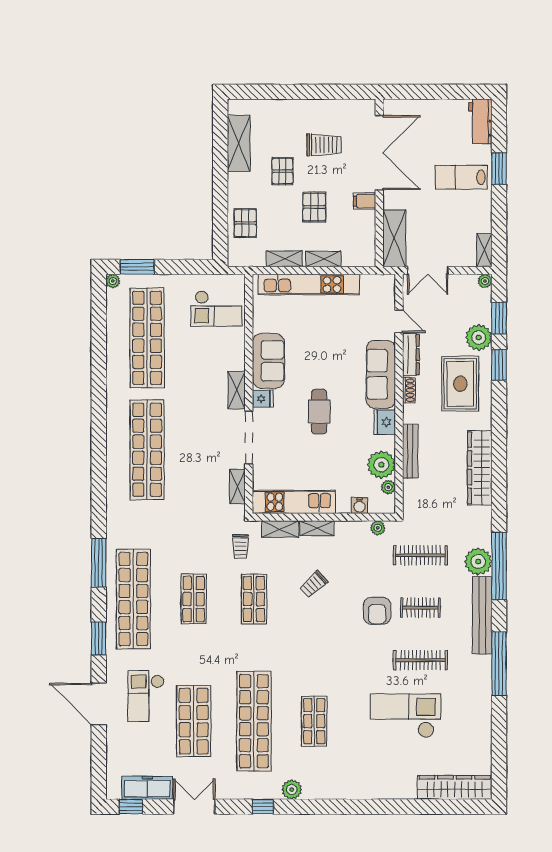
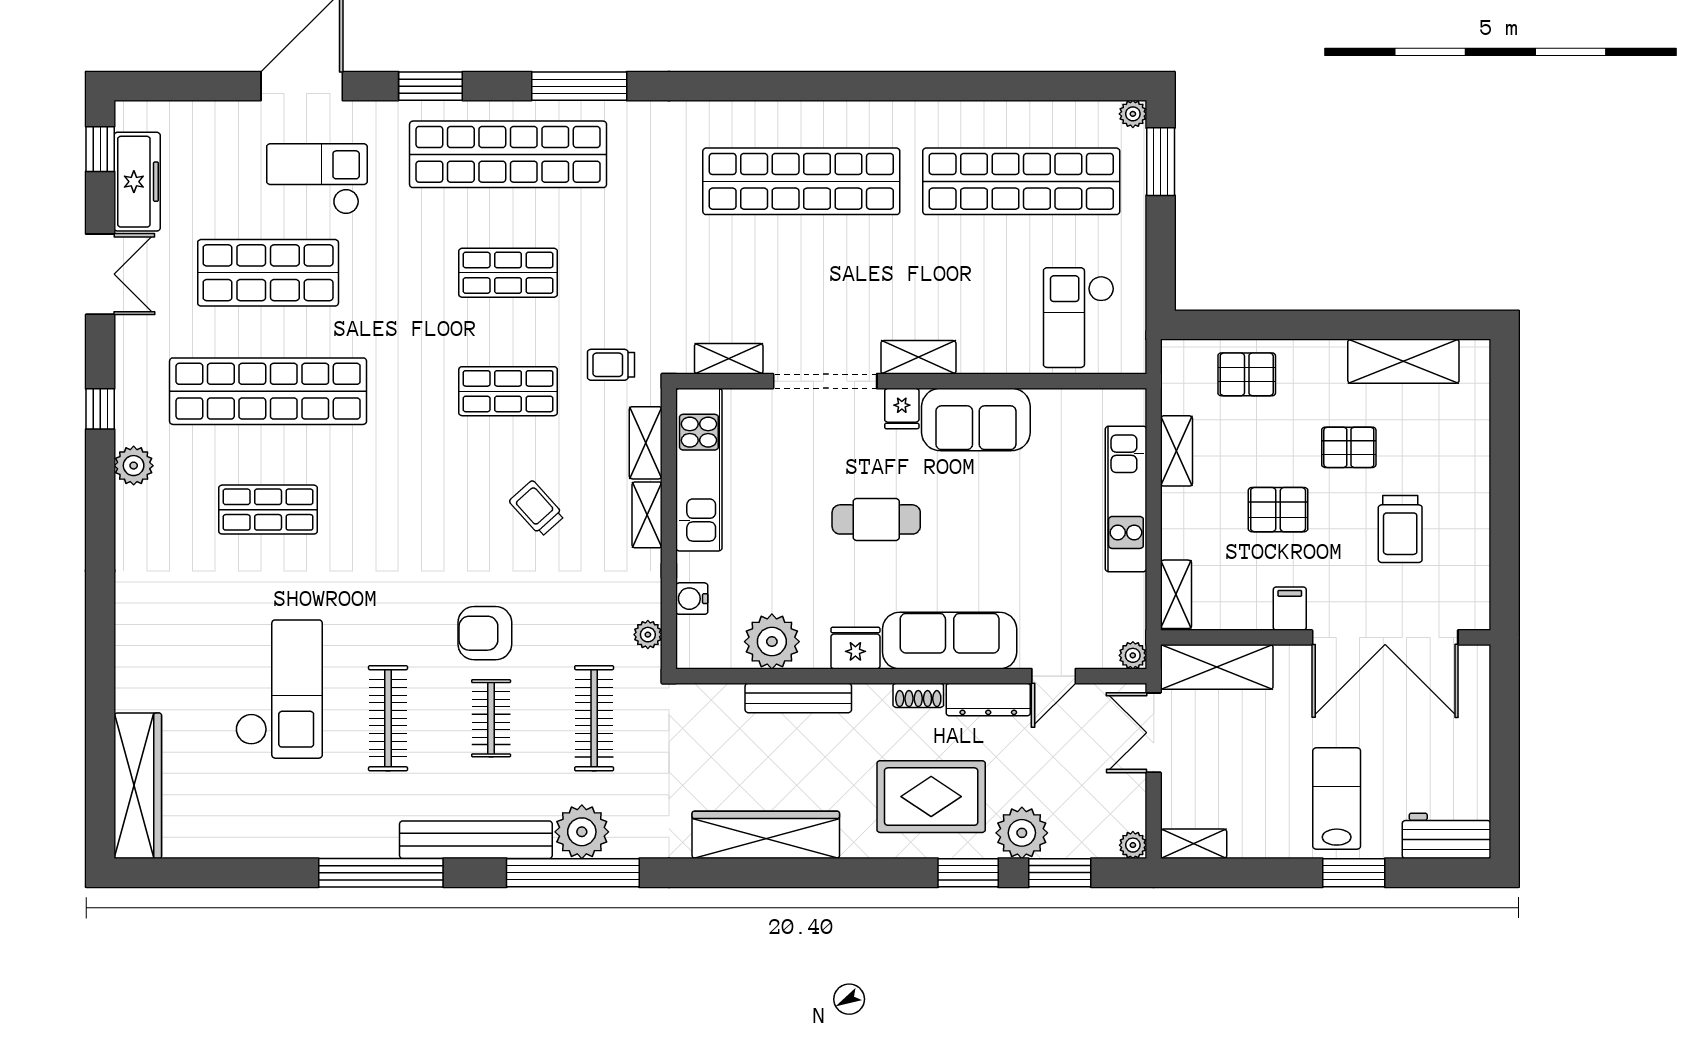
shelving: (323, 259) -> (1176, 594), moved
kitchen unit: (309, 284) -> (1126, 499), width x0.73
plant: (388, 487) -> (1133, 655), moved

